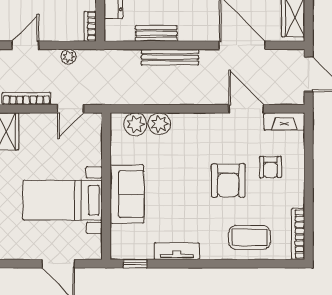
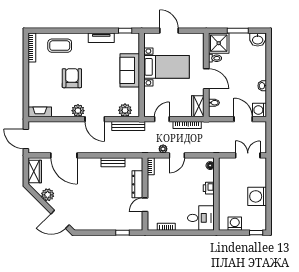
door: (25, 45) -> (177, 155), moved
bench: (170, 57) -> (128, 126), moved
door: (246, 109) -> (95, 119), moved
plant: (159, 124) -> (78, 111), moved
armchair: (270, 167) -> (48, 86), removed

